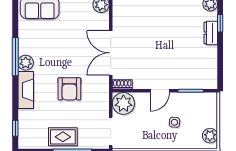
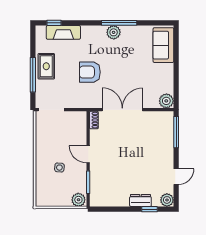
fireplace: (26, 90) -> (63, 32), moved
plant: (123, 103) -> (76, 121), removed
plant: (210, 136) -> (78, 200), moved

